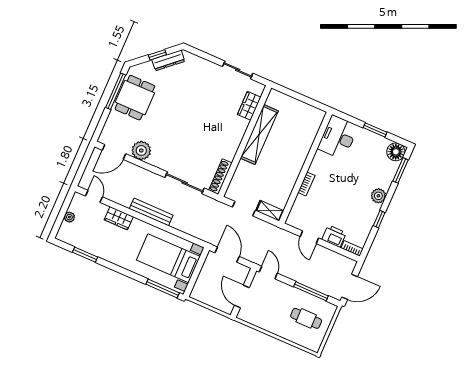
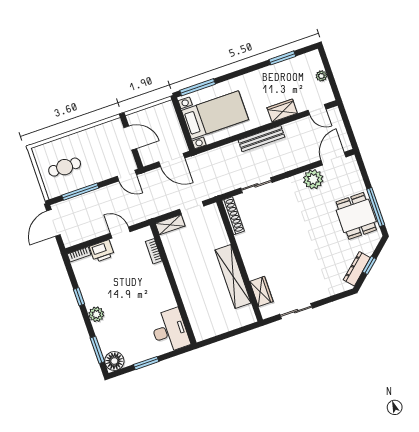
sliding door: (185, 183) -> (256, 185), width x0.73
bookcase: (306, 184) -> (154, 251), moved

